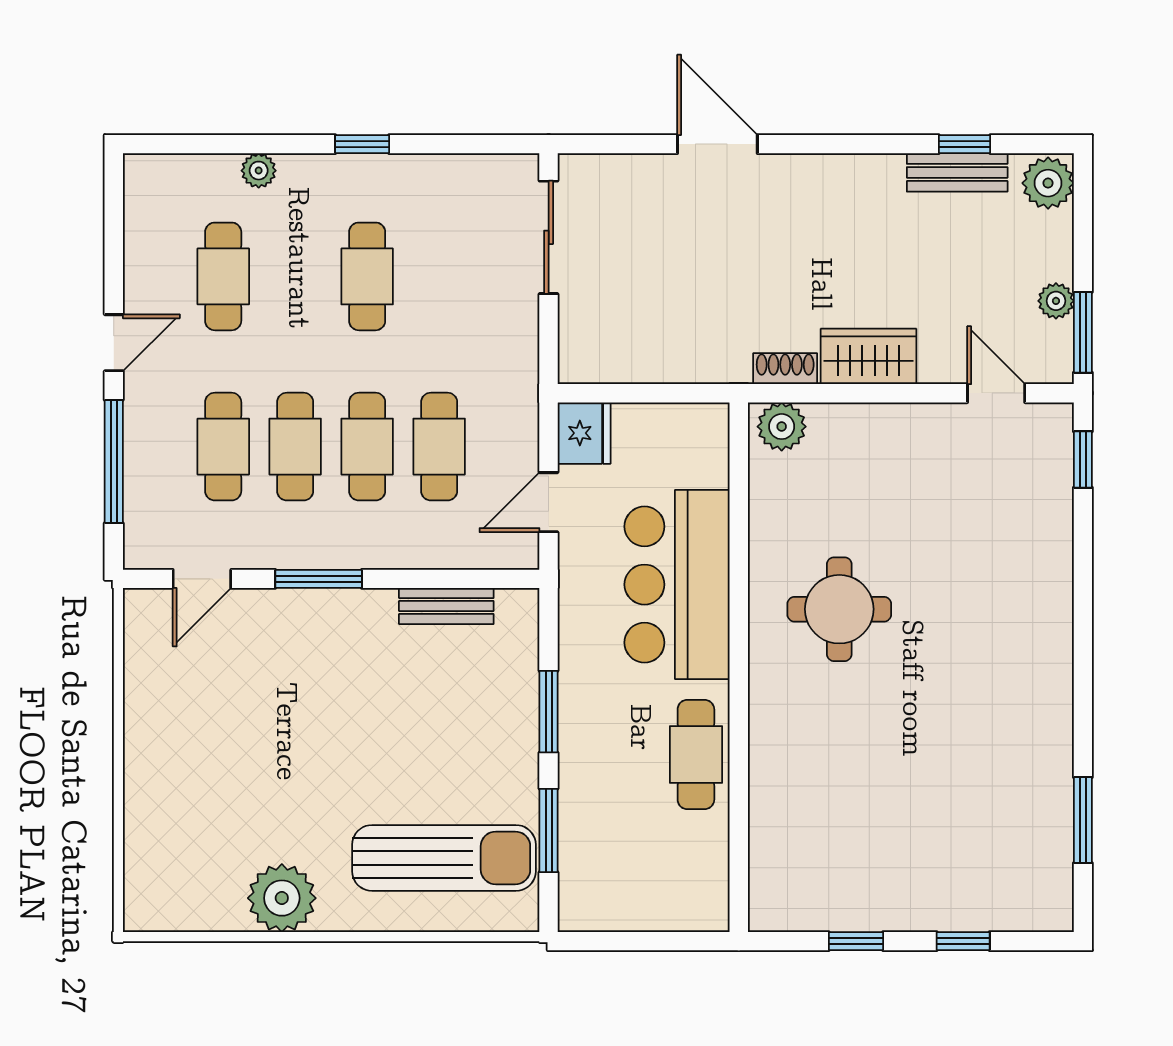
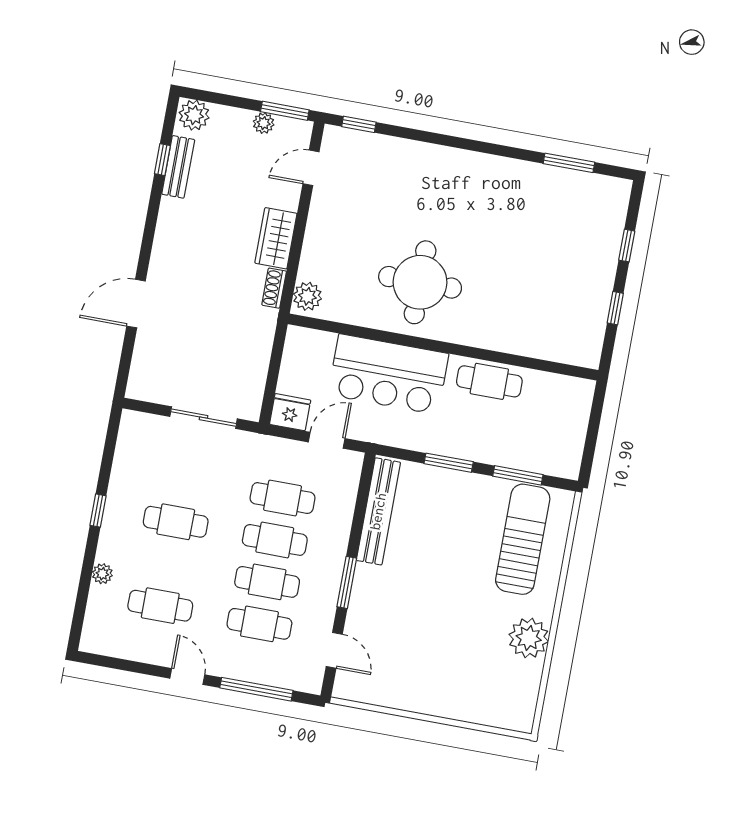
sliding door: (549, 237) -> (204, 418), moved
door: (549, 502) -> (327, 440), swing flipped
bench: (446, 606) -> (378, 511), width x1.86, depth x1.21
round table: (839, 609) -> (420, 282), width x1.36, depth x1.36

